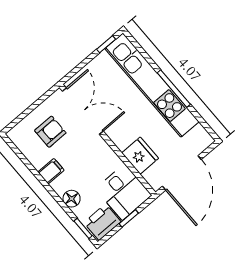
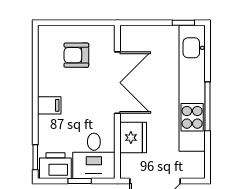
double door: (83, 111) -> (117, 83), moved
armchair: (50, 132) -> (76, 55), turned 180
filing cabinet: (51, 171) -> (49, 105), moved
floor lamp: (72, 199) -> (47, 125), removed

